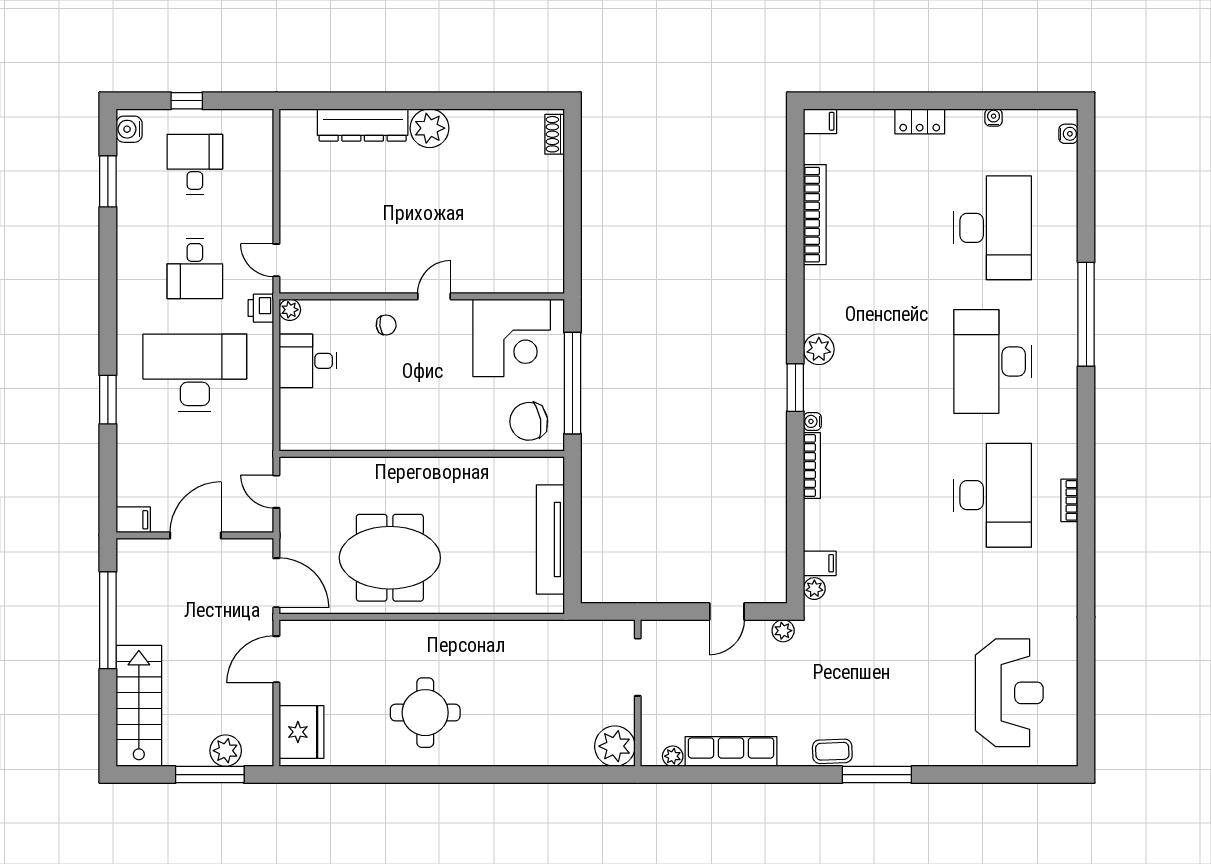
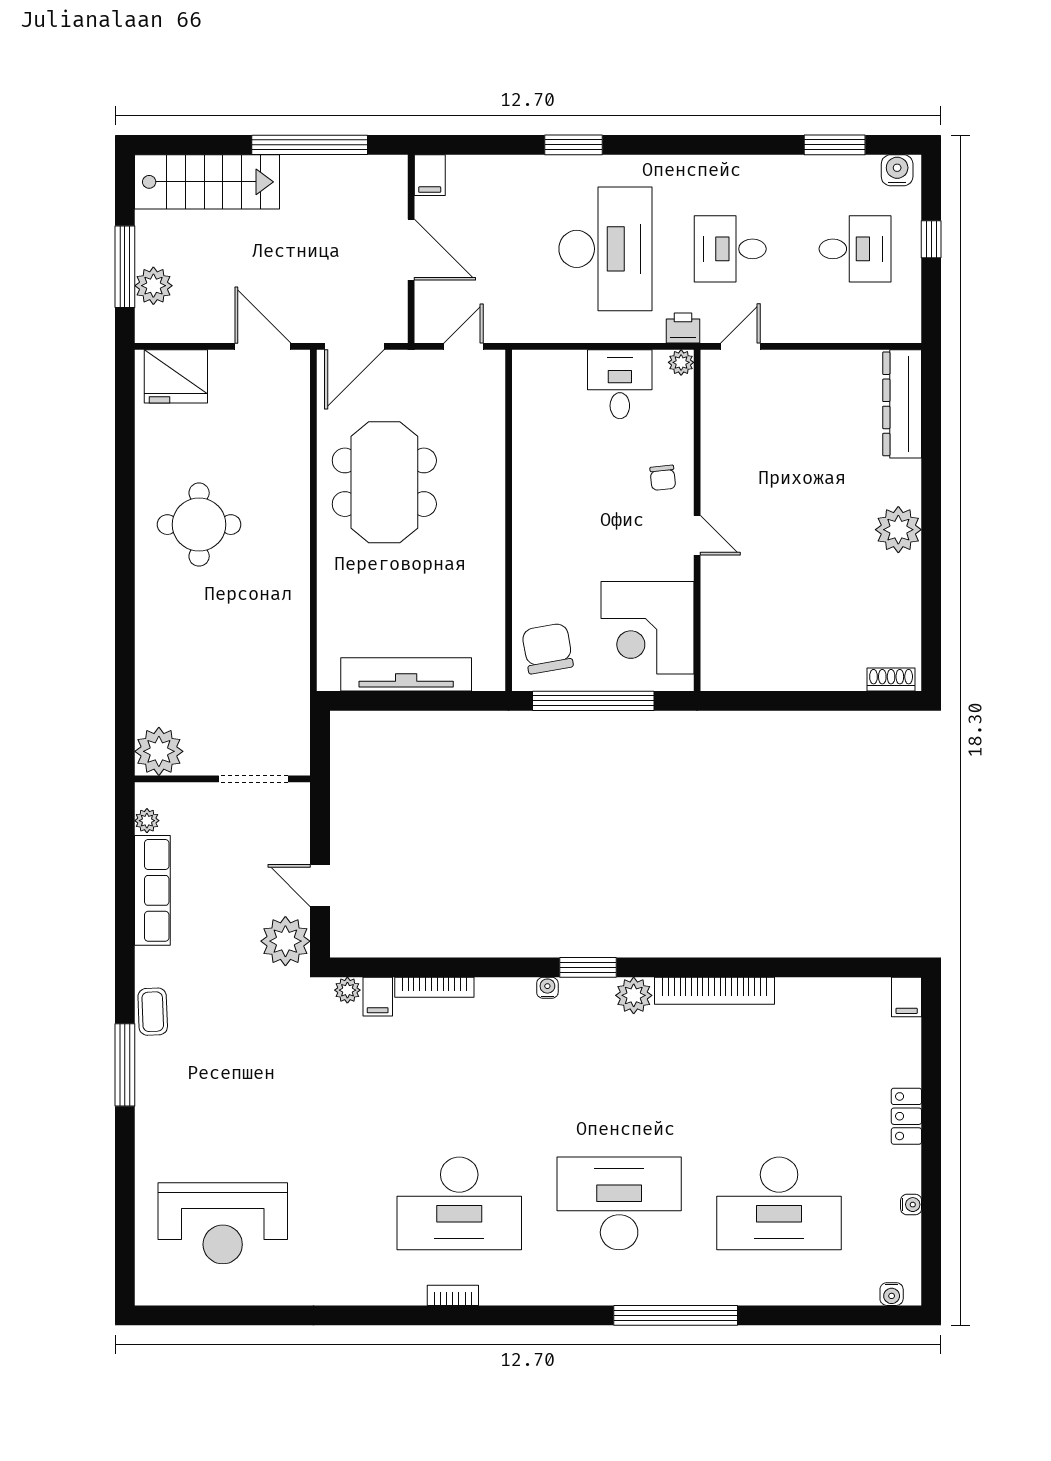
dresser: (363, 125) -> (902, 404), moved
bookcase: (815, 215) -> (714, 991), moved
bookcase: (812, 465) -> (434, 987), moved
plant: (783, 631) -> (285, 941), width x1.87, depth x1.87

